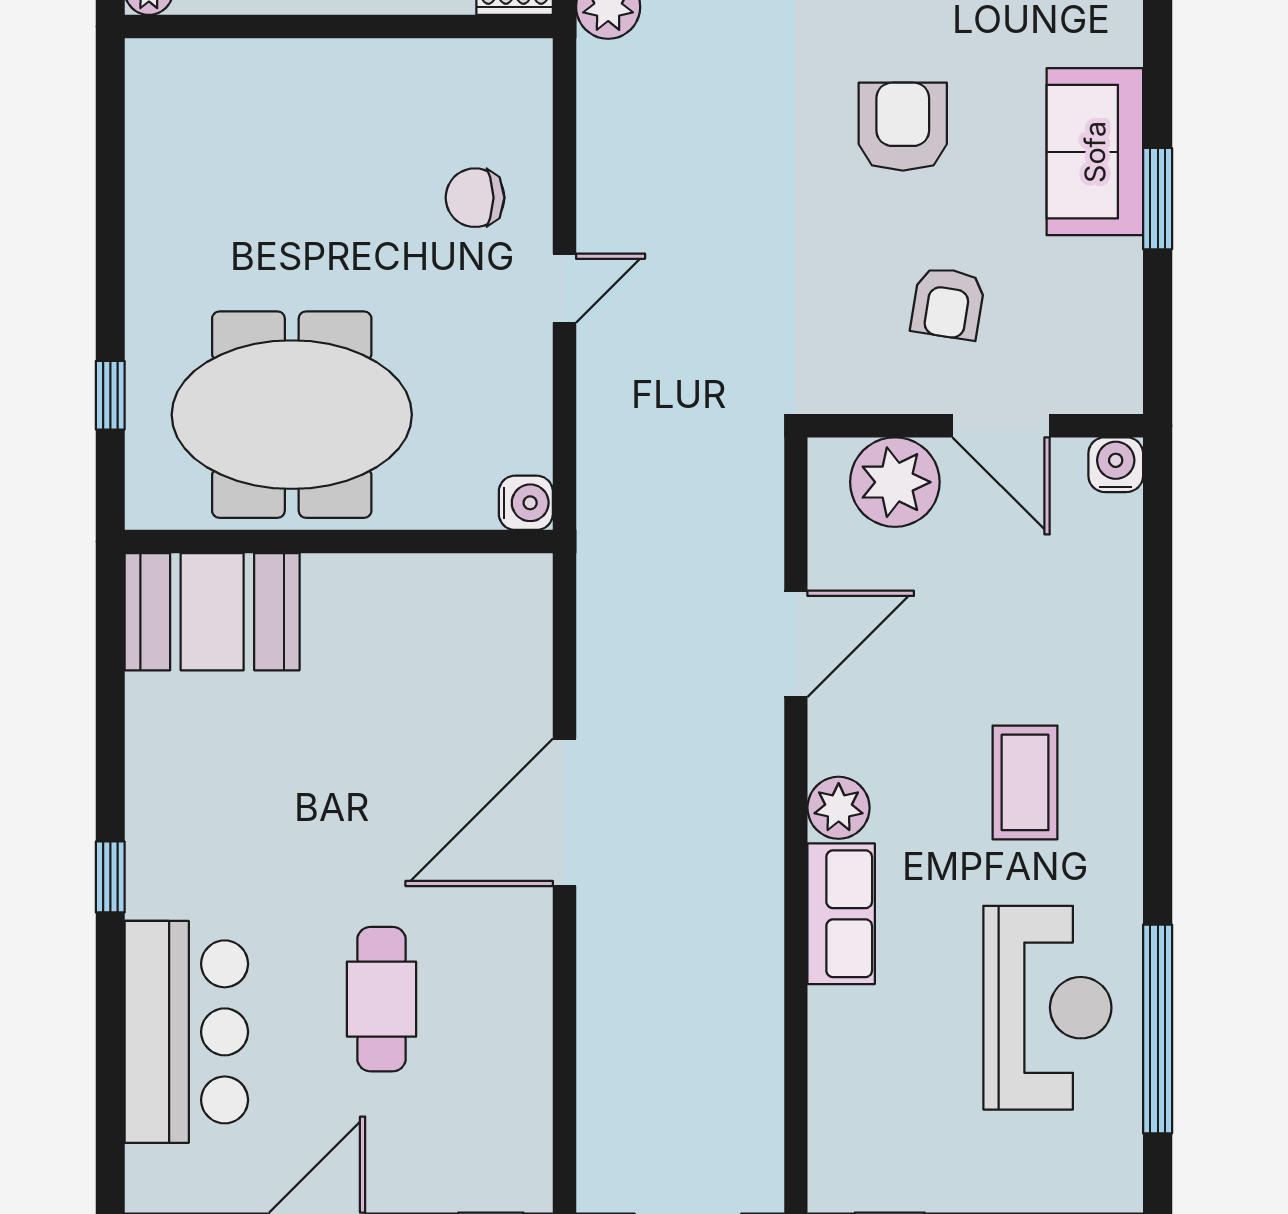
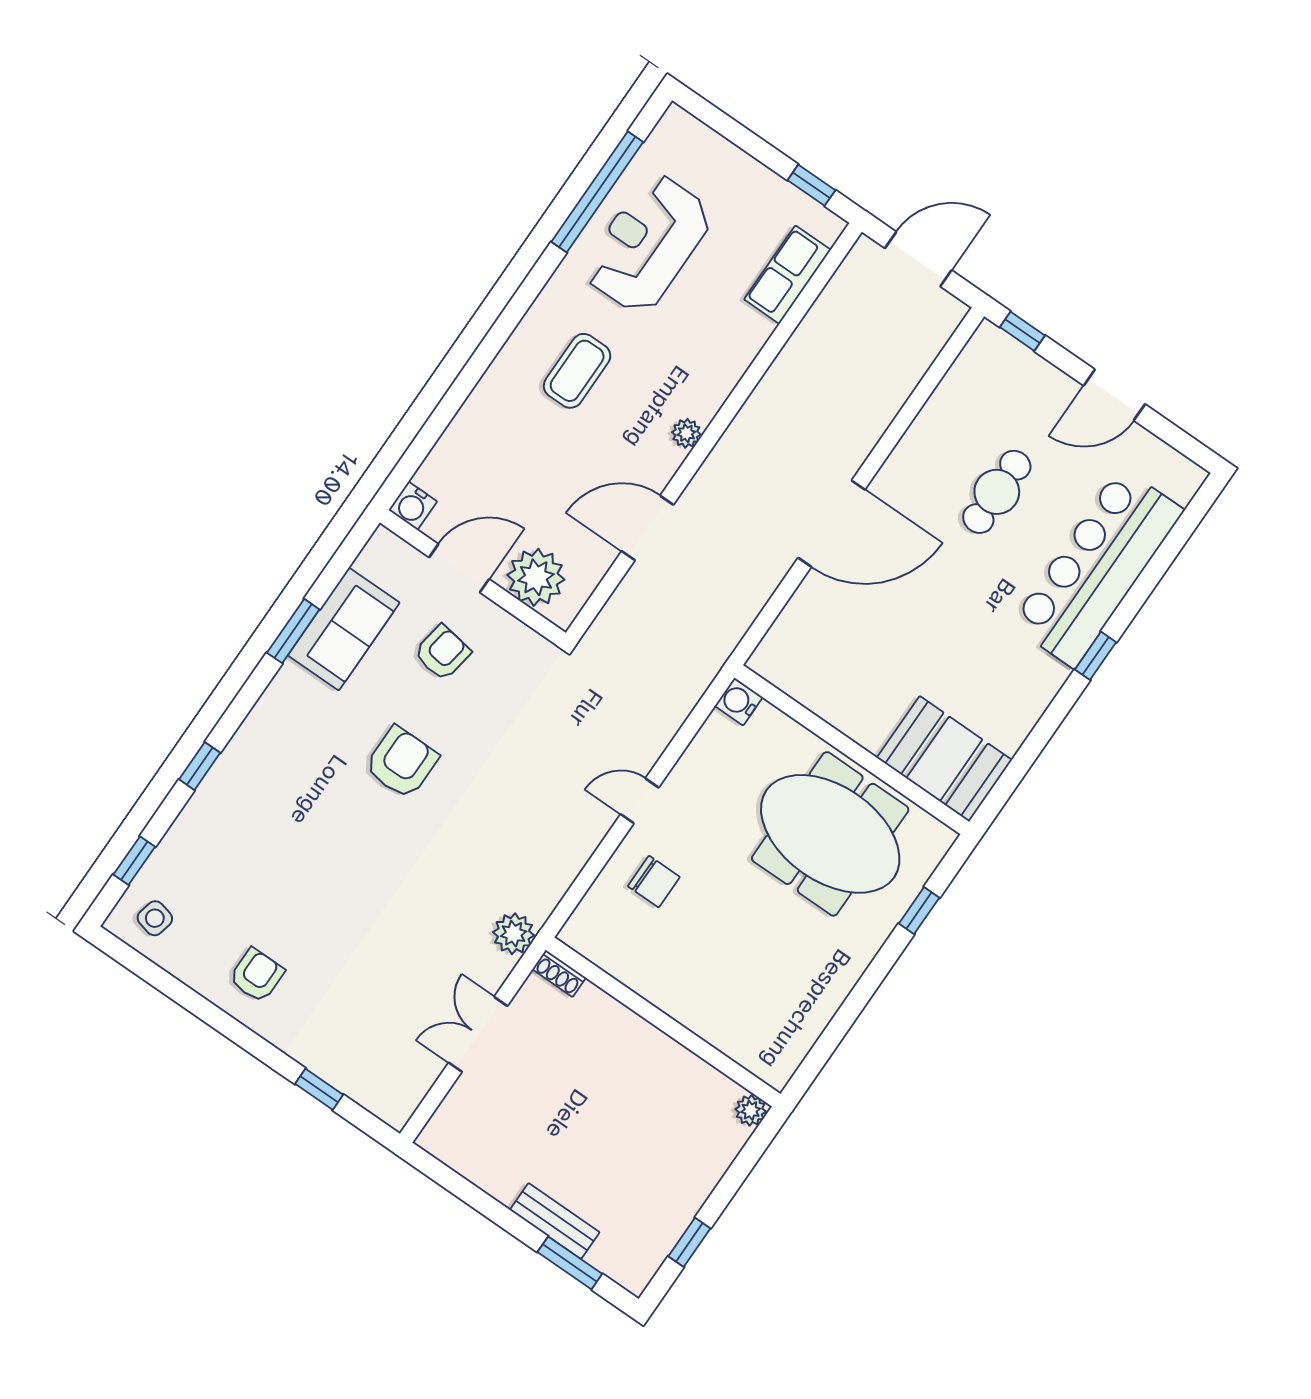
armchair: (903, 127) -> (402, 762), turned 180
sofa: (1095, 152) -> (344, 629), moved
door: (1001, 426) -> (459, 568), hinge flipped
plant: (839, 808) -> (686, 433), width x0.73, depth x0.73
row of seats: (841, 914) -> (788, 275), moved
bar counter: (186, 1032) -> (1097, 567), width x1.36

